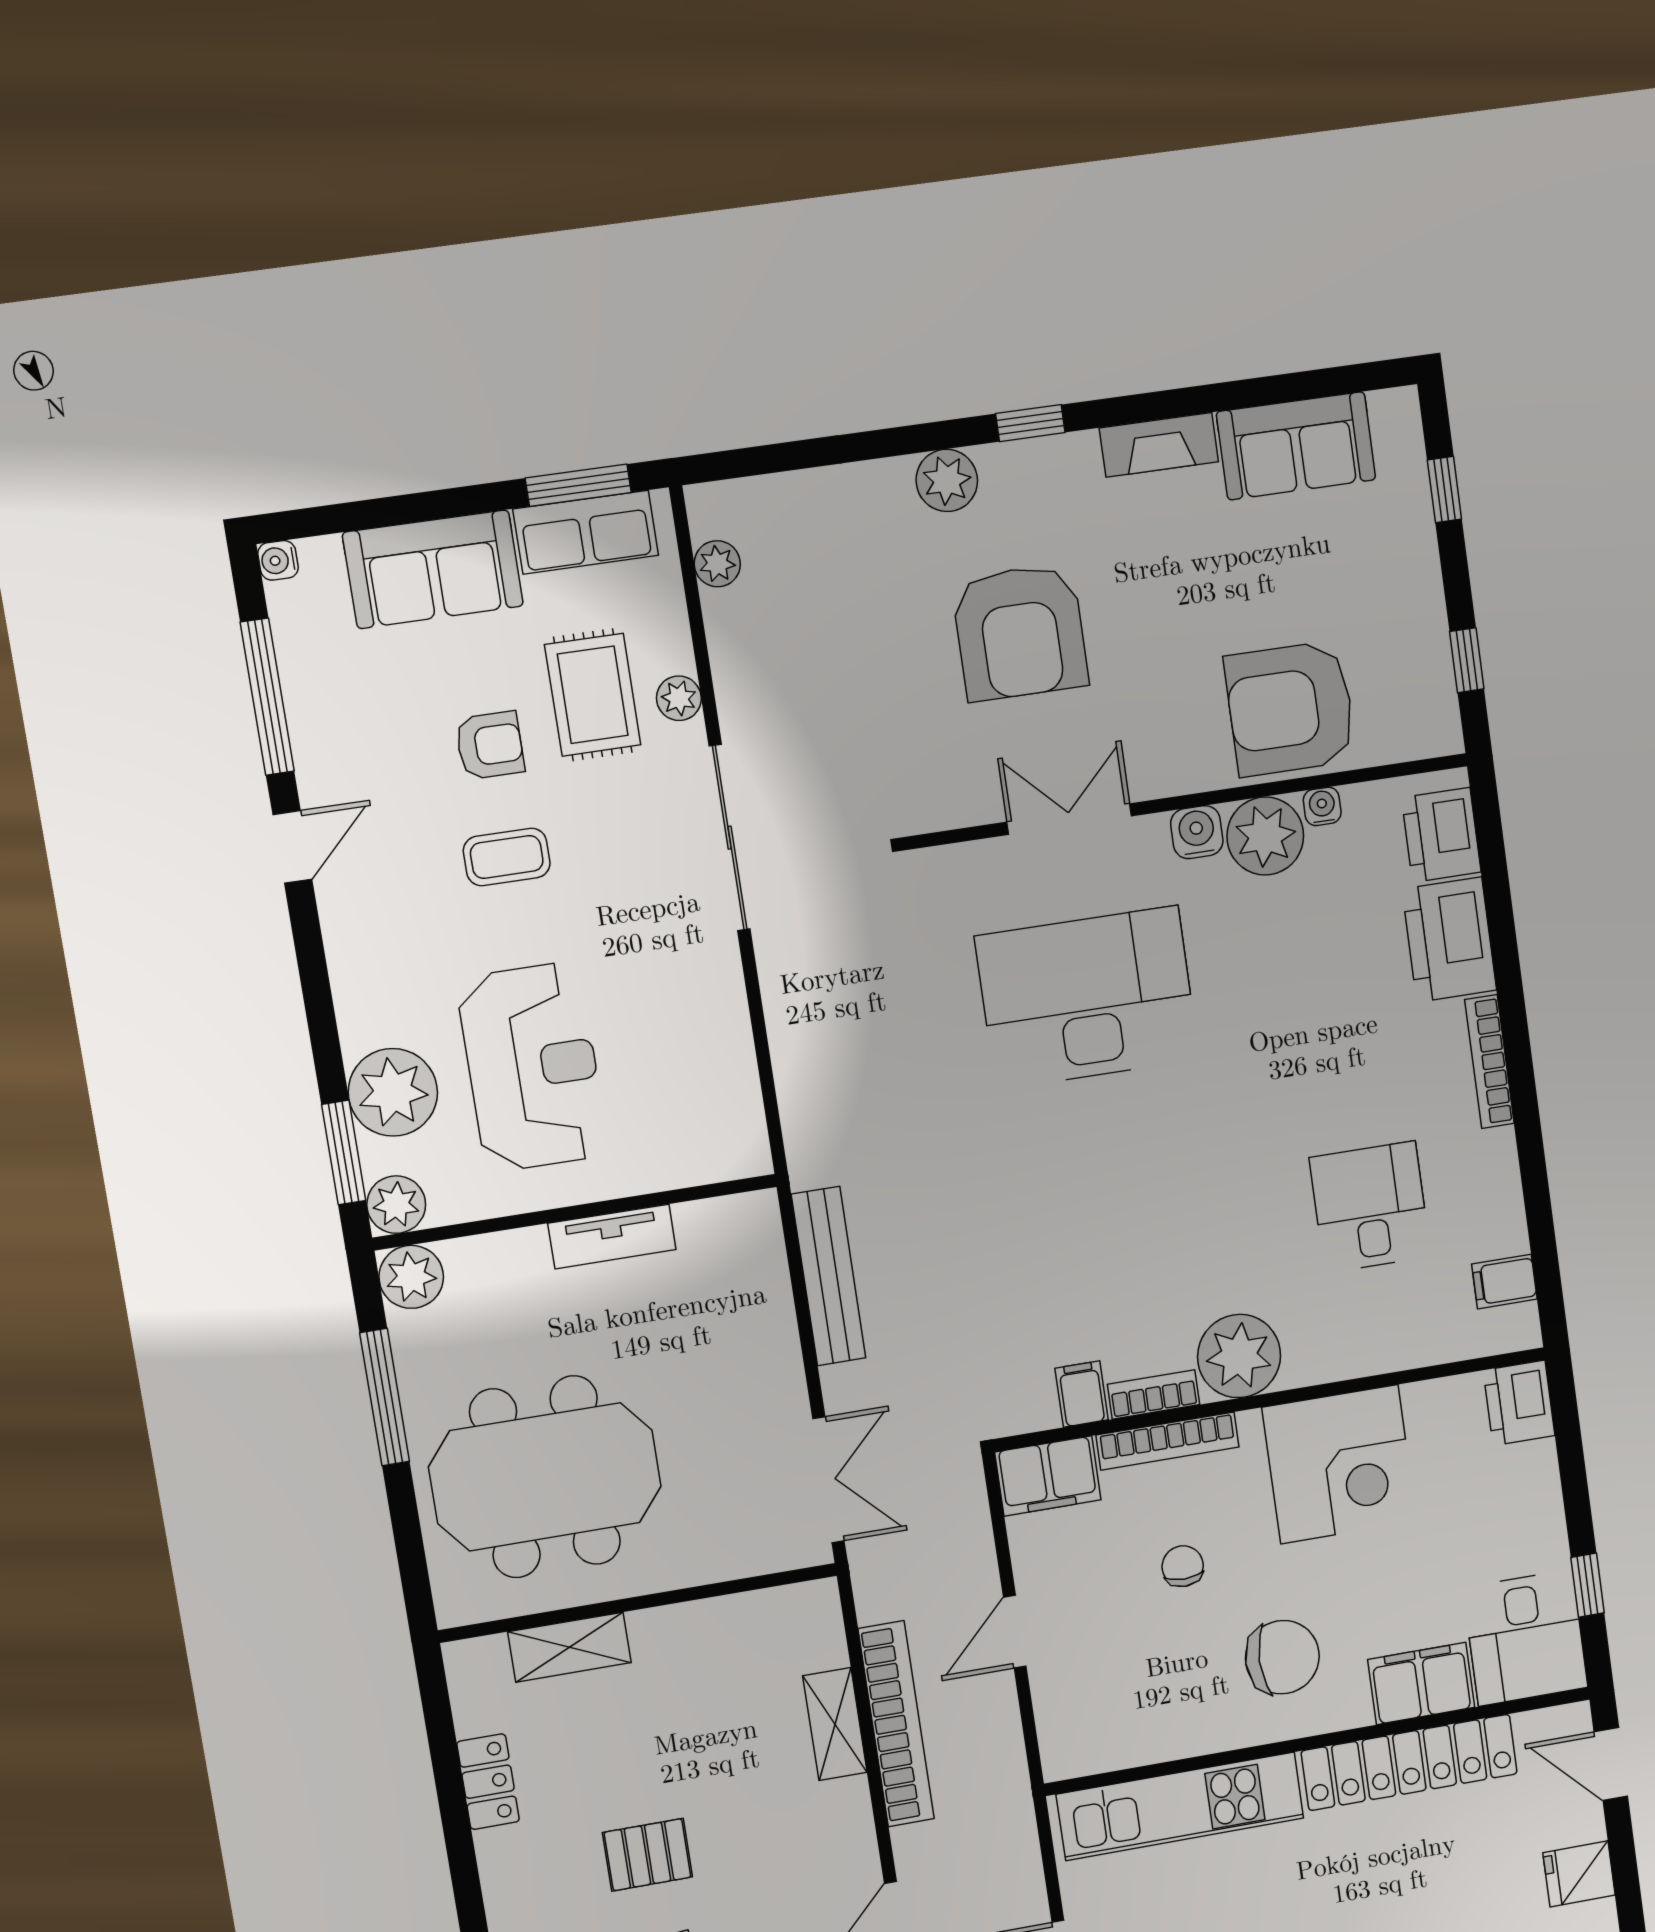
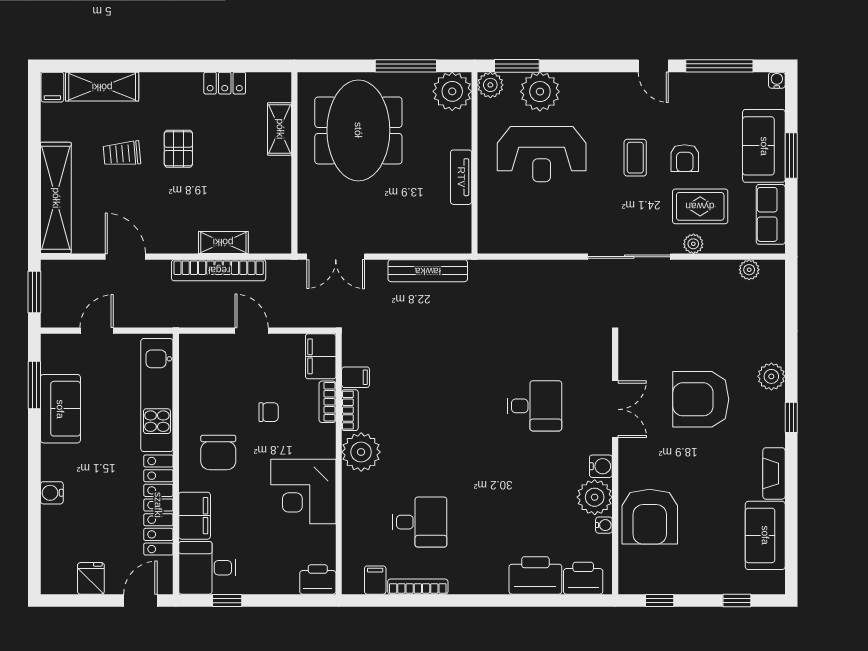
window: (578, 485) -> (791, 156), moved
armchair: (1290, 708) -> (650, 517), turned 180
desk: (1087, 998) -> (534, 406), width x0.53, depth x0.77
bookcase: (1489, 1062) -> (418, 587), moved
plant: (411, 1277) -> (452, 91), width x1.36, depth x1.36
bookcase: (1168, 1441) -> (327, 402), width x0.64

